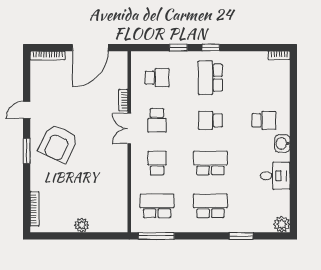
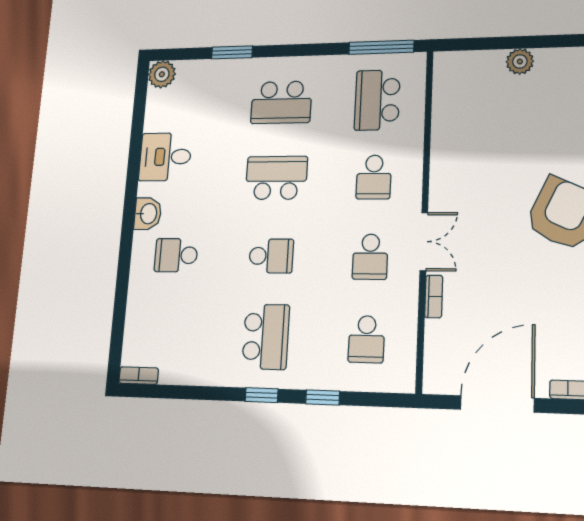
school desk: (157, 78) -> (366, 339), turned -90
school desk: (157, 120) -> (370, 257), turned 180
school desk: (210, 163) -> (276, 178), turned 180
school desk: (157, 206) -> (377, 100), turned 90

